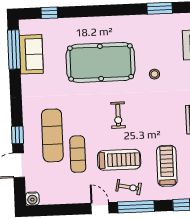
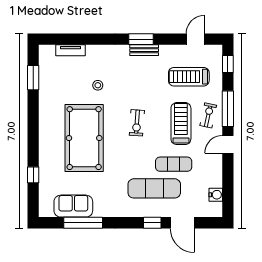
window: (49, 13) -> (33, 175), moved
window: (14, 49) -> (83, 223), moved
exercise bike: (118, 115) -> (137, 123), turned 94
water cooler: (32, 199) -> (216, 195), moved

